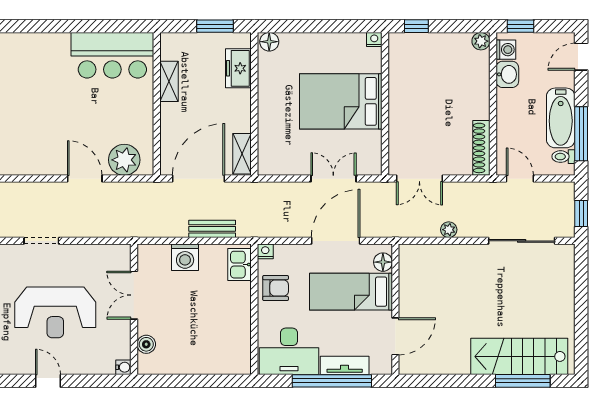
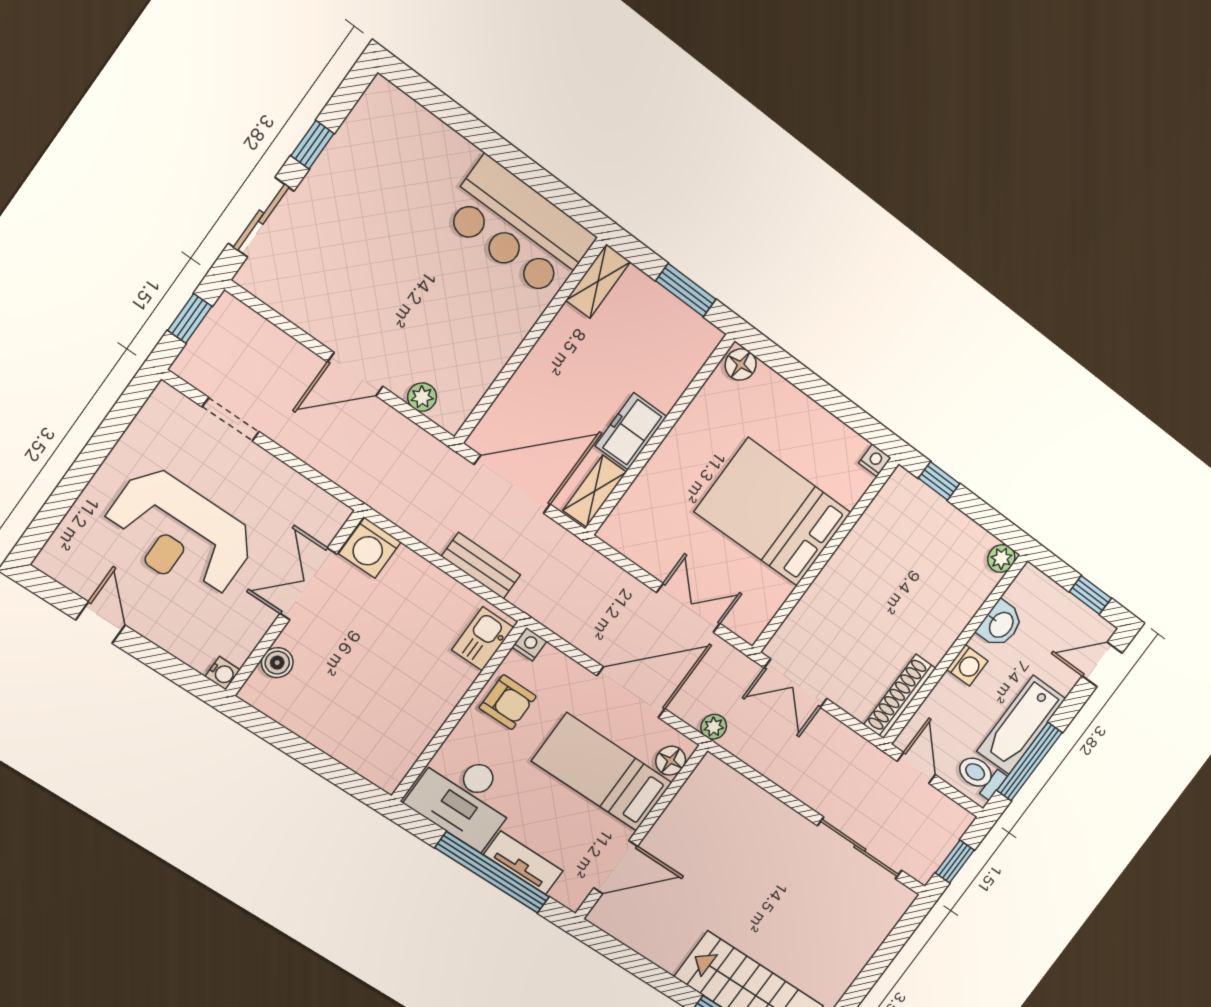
window: (521, 26) -> (1090, 595), moved
washing machine: (506, 50) -> (967, 665), moved
freezer: (238, 68) -> (631, 431), moved
shelving: (169, 81) -> (598, 281), moved
toilet: (563, 157) -> (980, 776), width x1.37, depth x1.39
plant: (124, 160) -> (422, 397), width x0.53, depth x0.53
door: (85, 179) -> (355, 374), swing flipped
plant: (449, 230) -> (714, 727), moved
washing machine: (185, 257) -> (370, 548), moved

